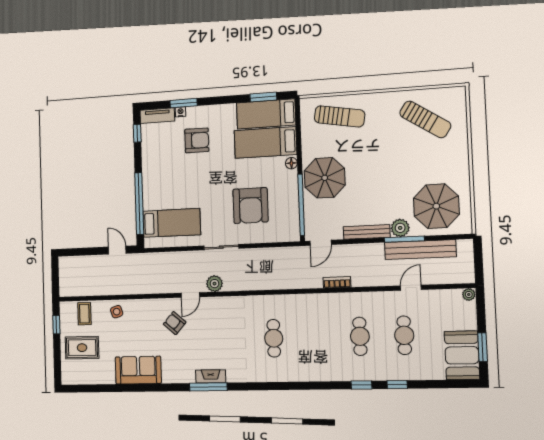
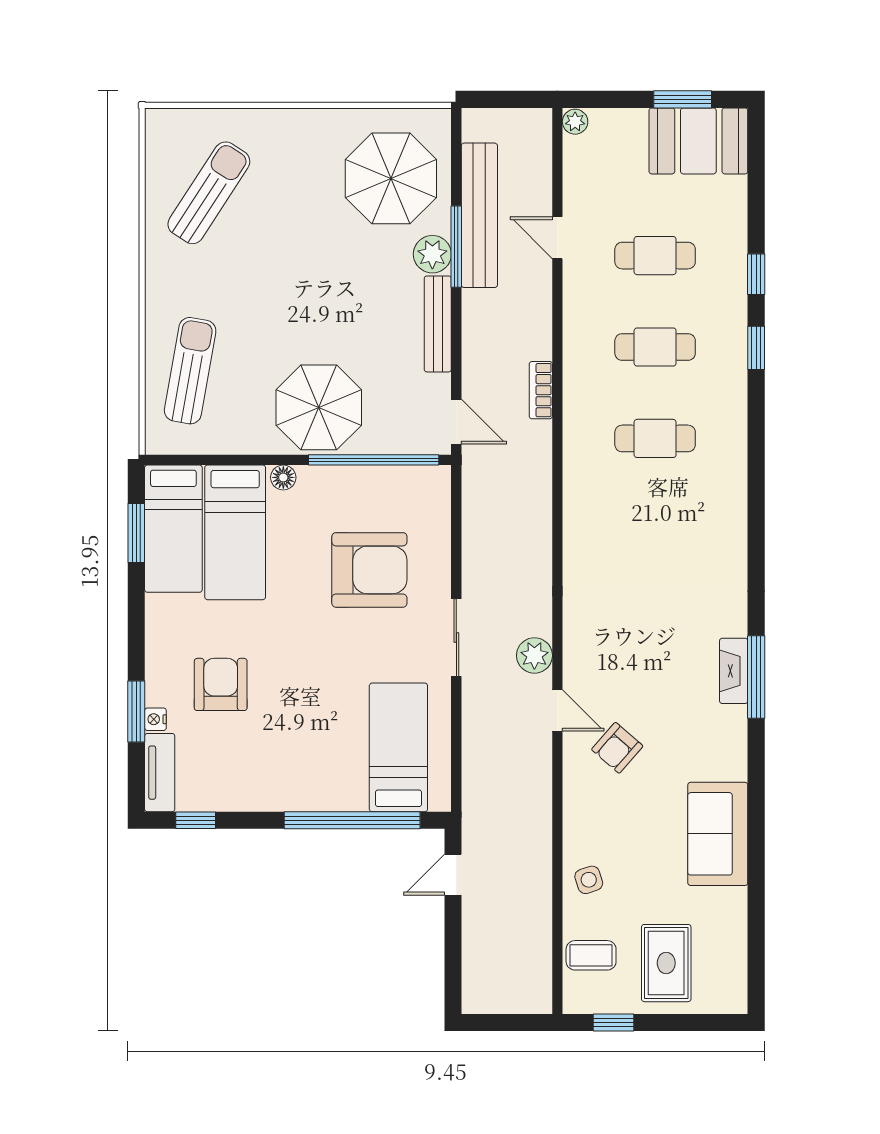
cafe table: (274, 338) -> (655, 438), moved

